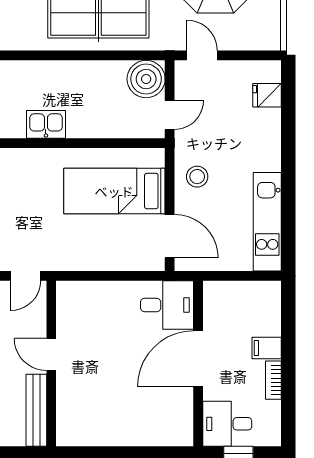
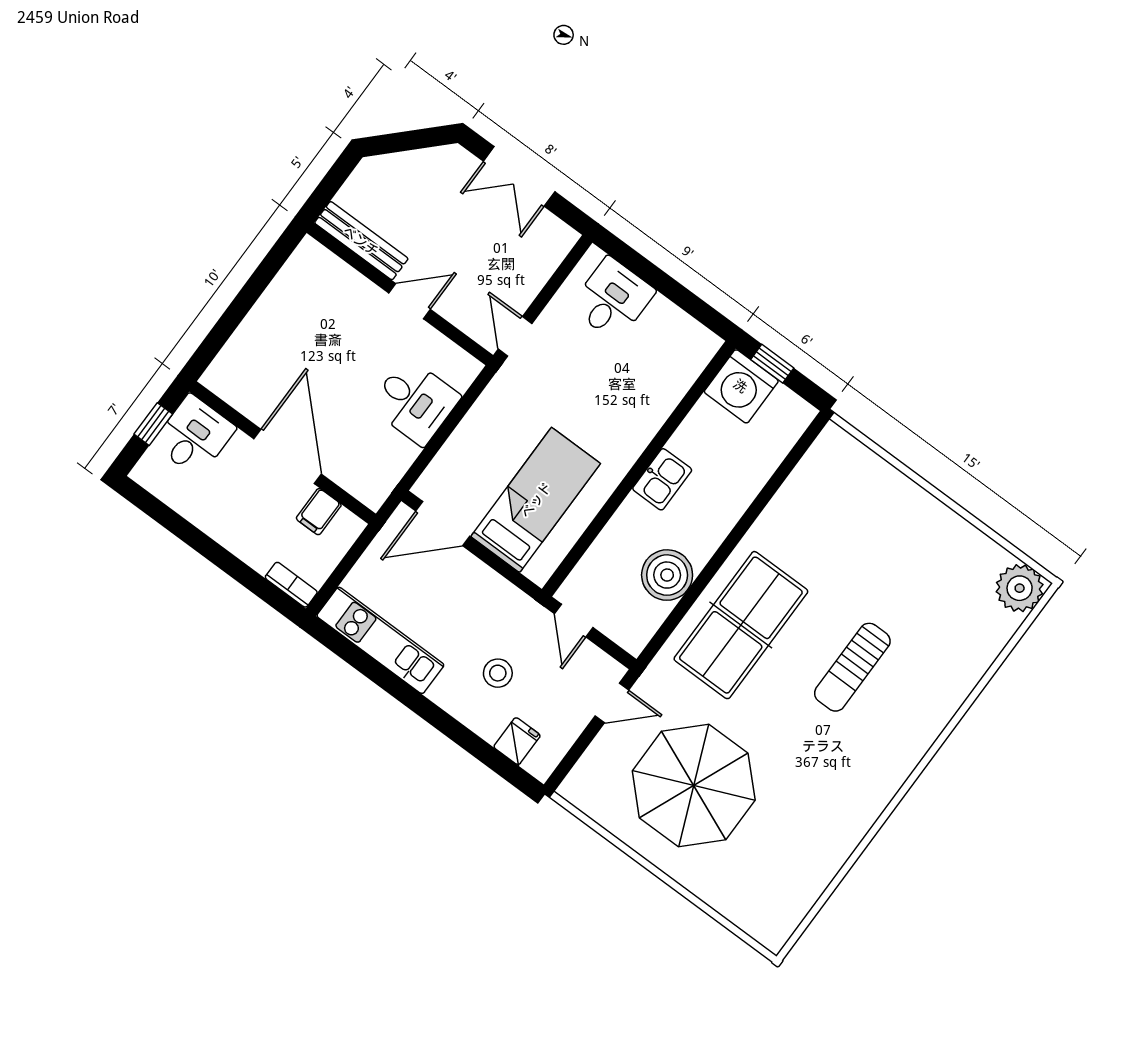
boiler: (146, 79) -> (667, 575), moved
stool: (197, 177) -> (498, 673), moved
desk: (167, 305) -> (415, 401), moved, turned -90
filing cabinet: (267, 348) -> (319, 512), moved, turned 180
bookcase: (273, 380) -> (291, 585), moved

